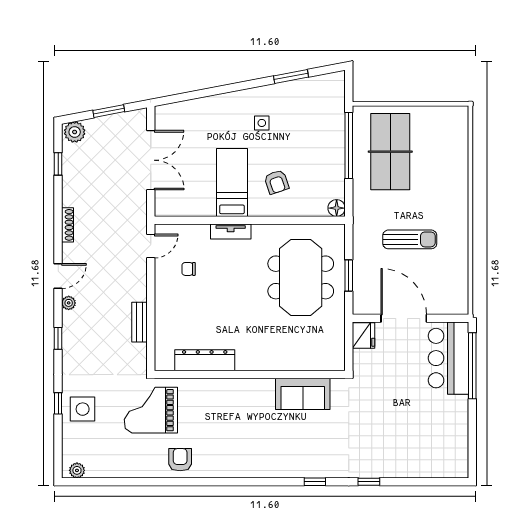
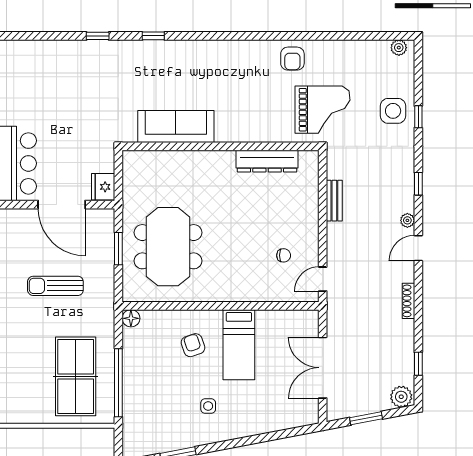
tv unit: (231, 231) -> (240, 294), removed
sofa: (303, 394) -> (176, 127), width x1.36

